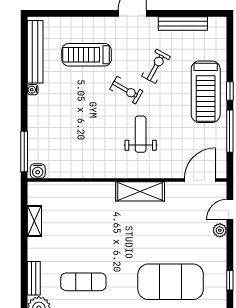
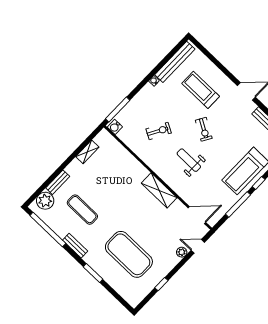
exercise bike: (156, 66) -> (159, 131), moved
weight bench: (141, 134) -> (189, 160), turned -90

